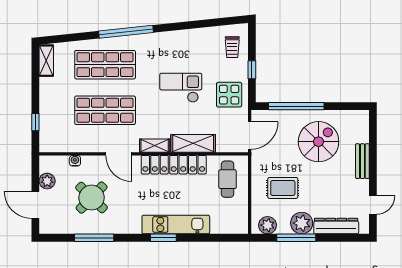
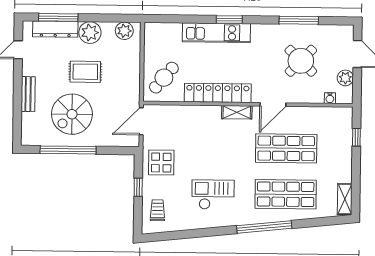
checkout: (181, 88) -> (213, 194), moved, turned 180
window: (296, 106) -> (68, 150), moved
shelving: (193, 143) -> (198, 114), removed
door: (119, 154) -> (273, 104), swing flipped
water cooler: (75, 161) -> (330, 98), moved
cafe table: (228, 179) -> (164, 78), turned 40
rug: (283, 188) -> (85, 72), moved
window: (296, 238) -> (58, 17), moved

